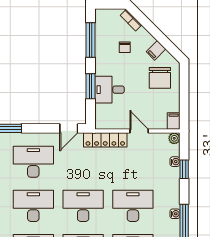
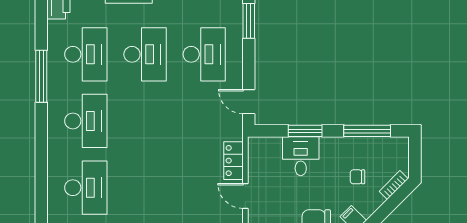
door: (139, 131) -> (245, 196), swing flipped
locker: (105, 140) -> (233, 161), width x0.66
desk: (83, 206) -> (145, 121), removed
desk: (133, 206) -> (145, 188), removed

